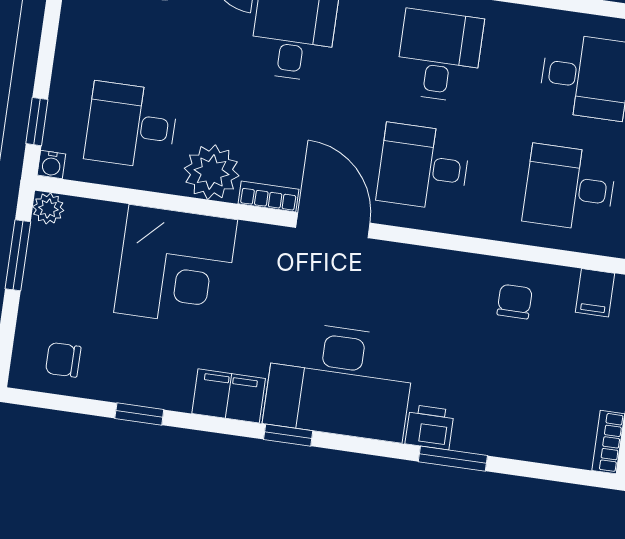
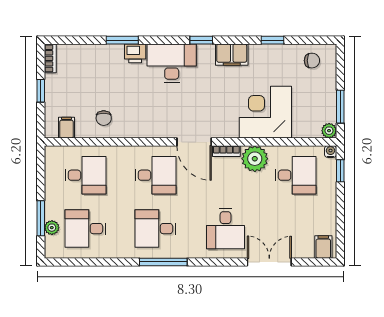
desk: (439, 56) -> (155, 229), turned 90
desk: (339, 381) -> (172, 63), width x0.73, depth x0.77

